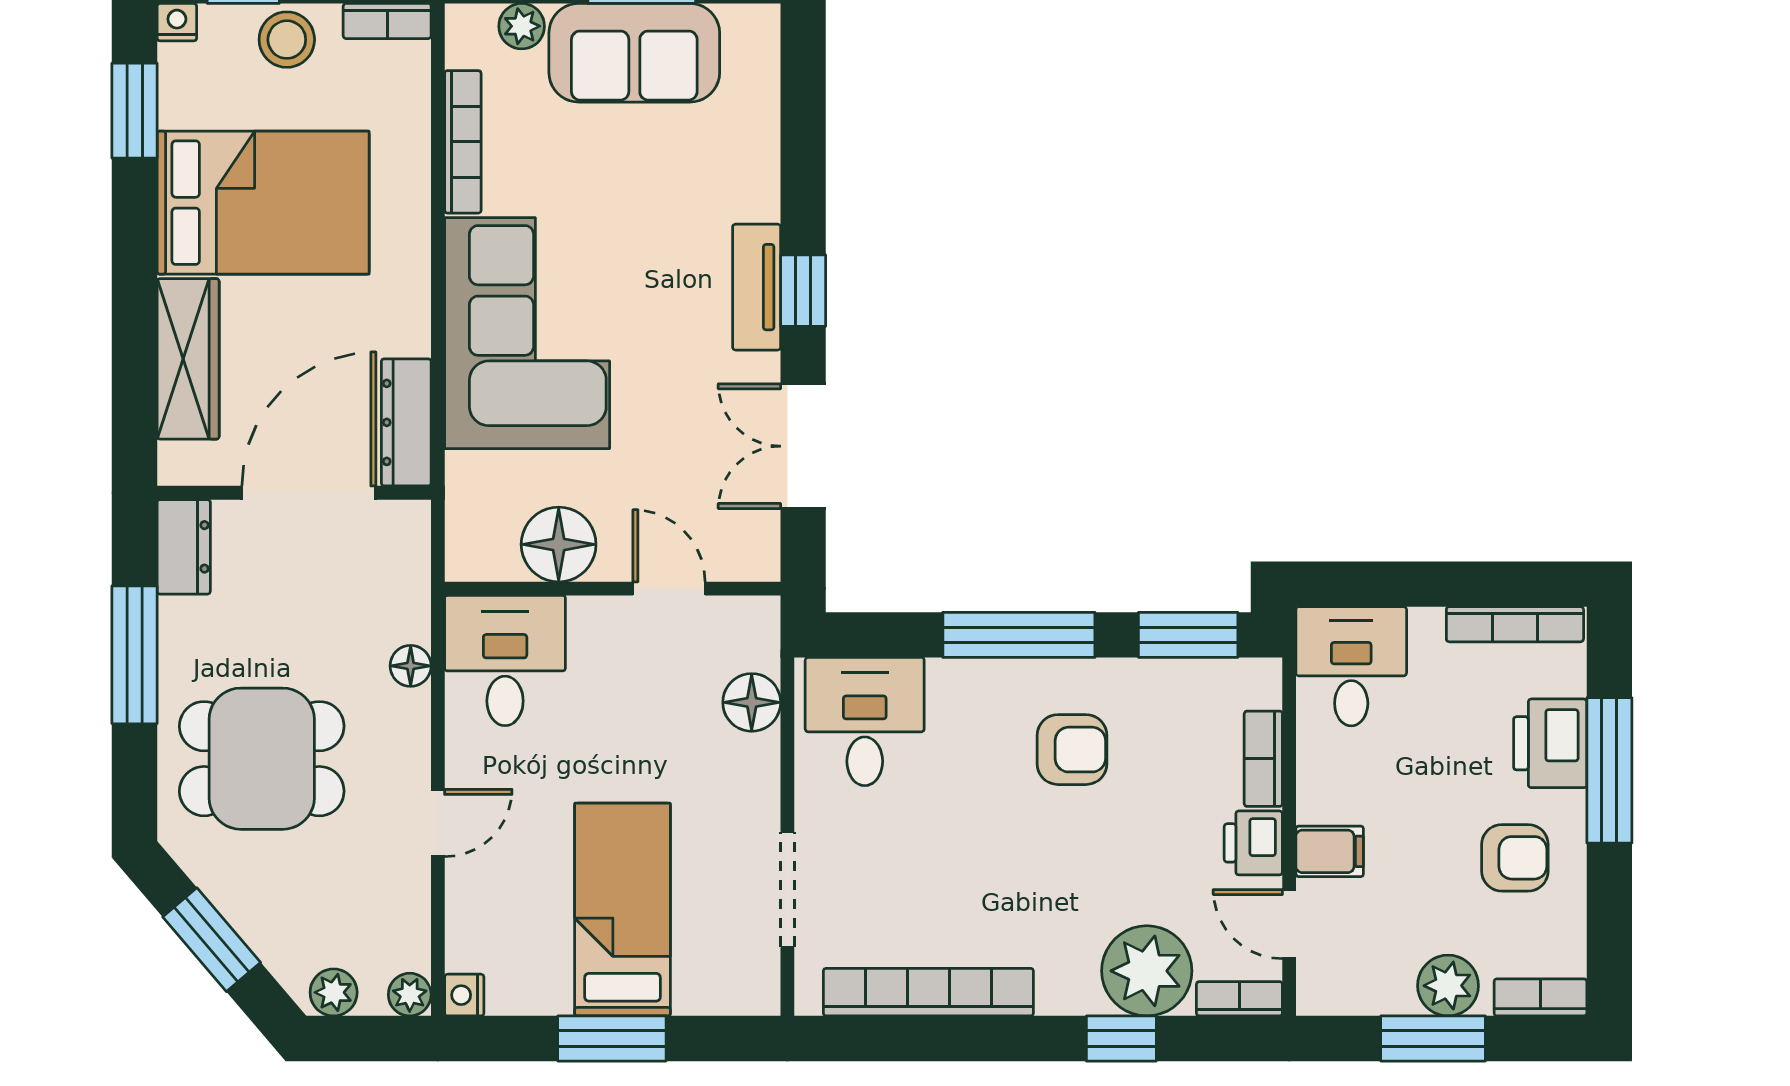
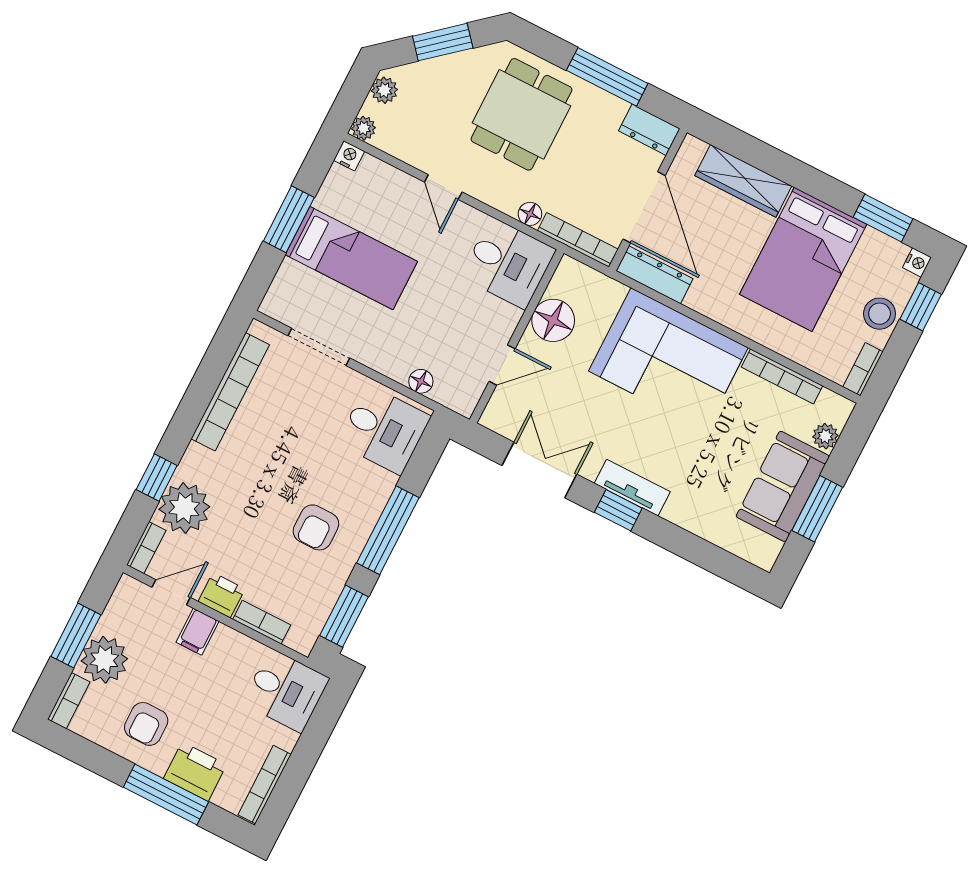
bookcase: (413, 570) -> (578, 240), added
floor lamp: (752, 702) -> (421, 381), width x0.73, depth x0.73
plant: (1448, 986) -> (104, 660), width x1.36, depth x1.36

